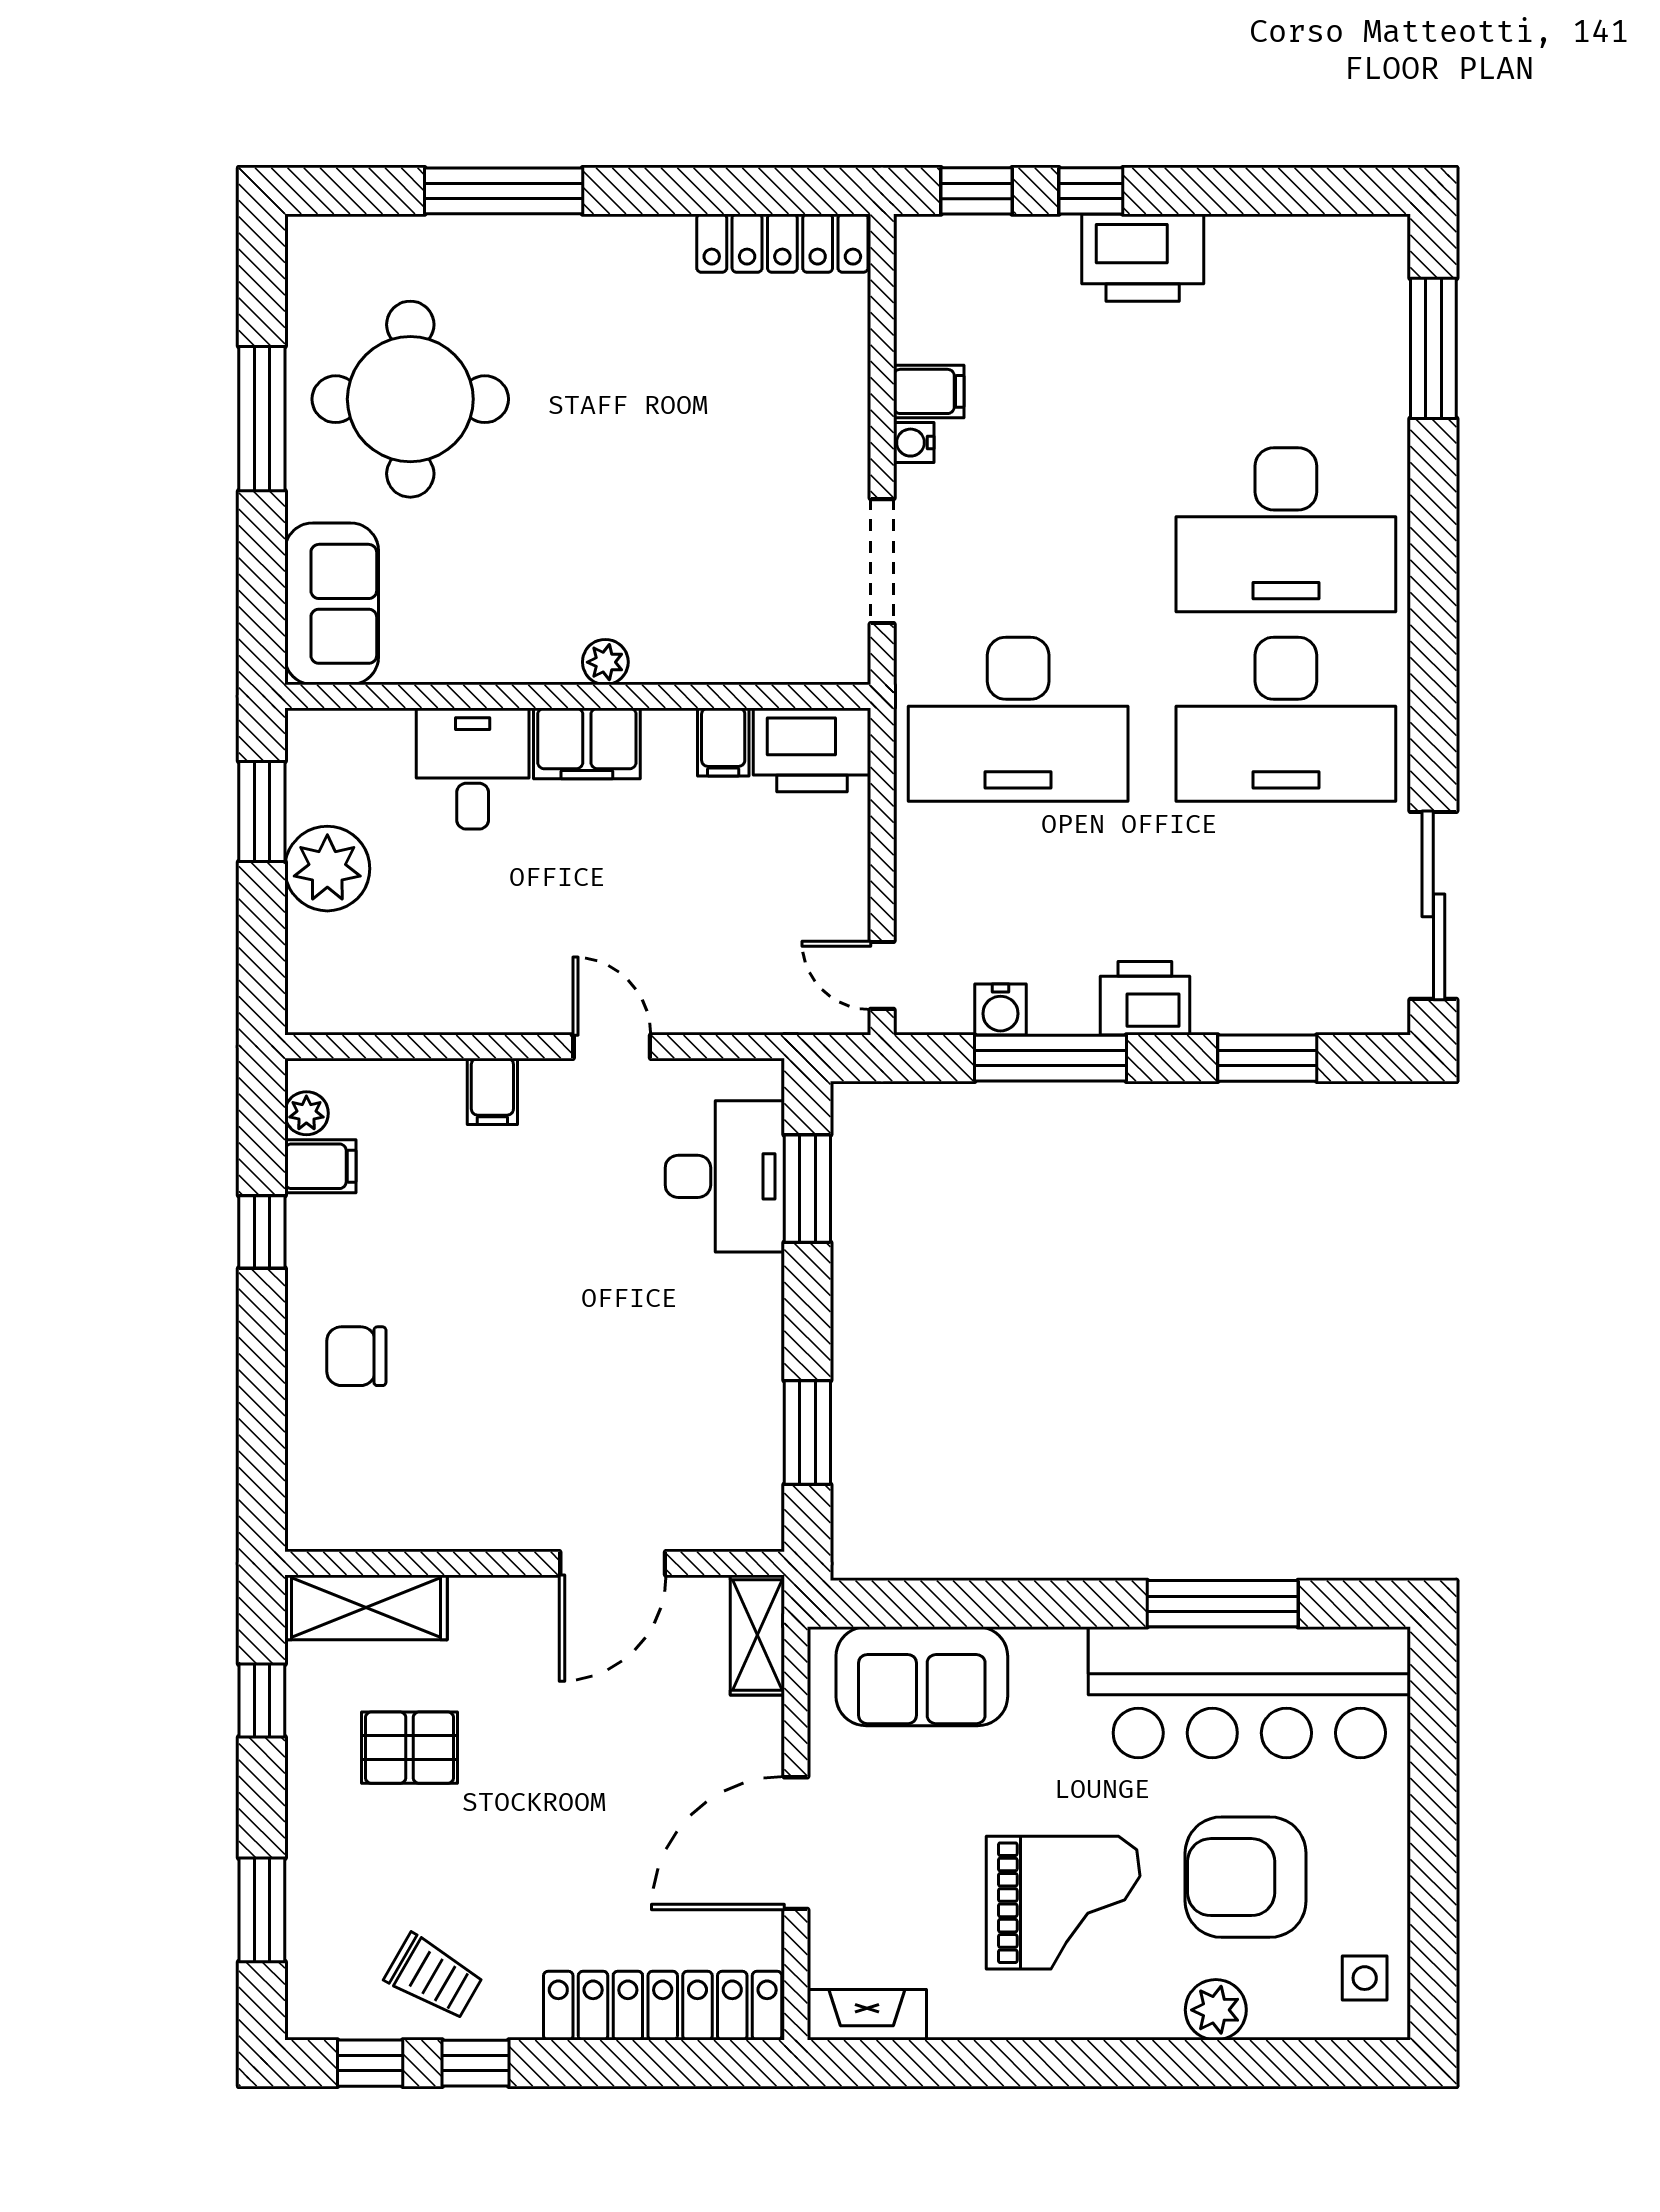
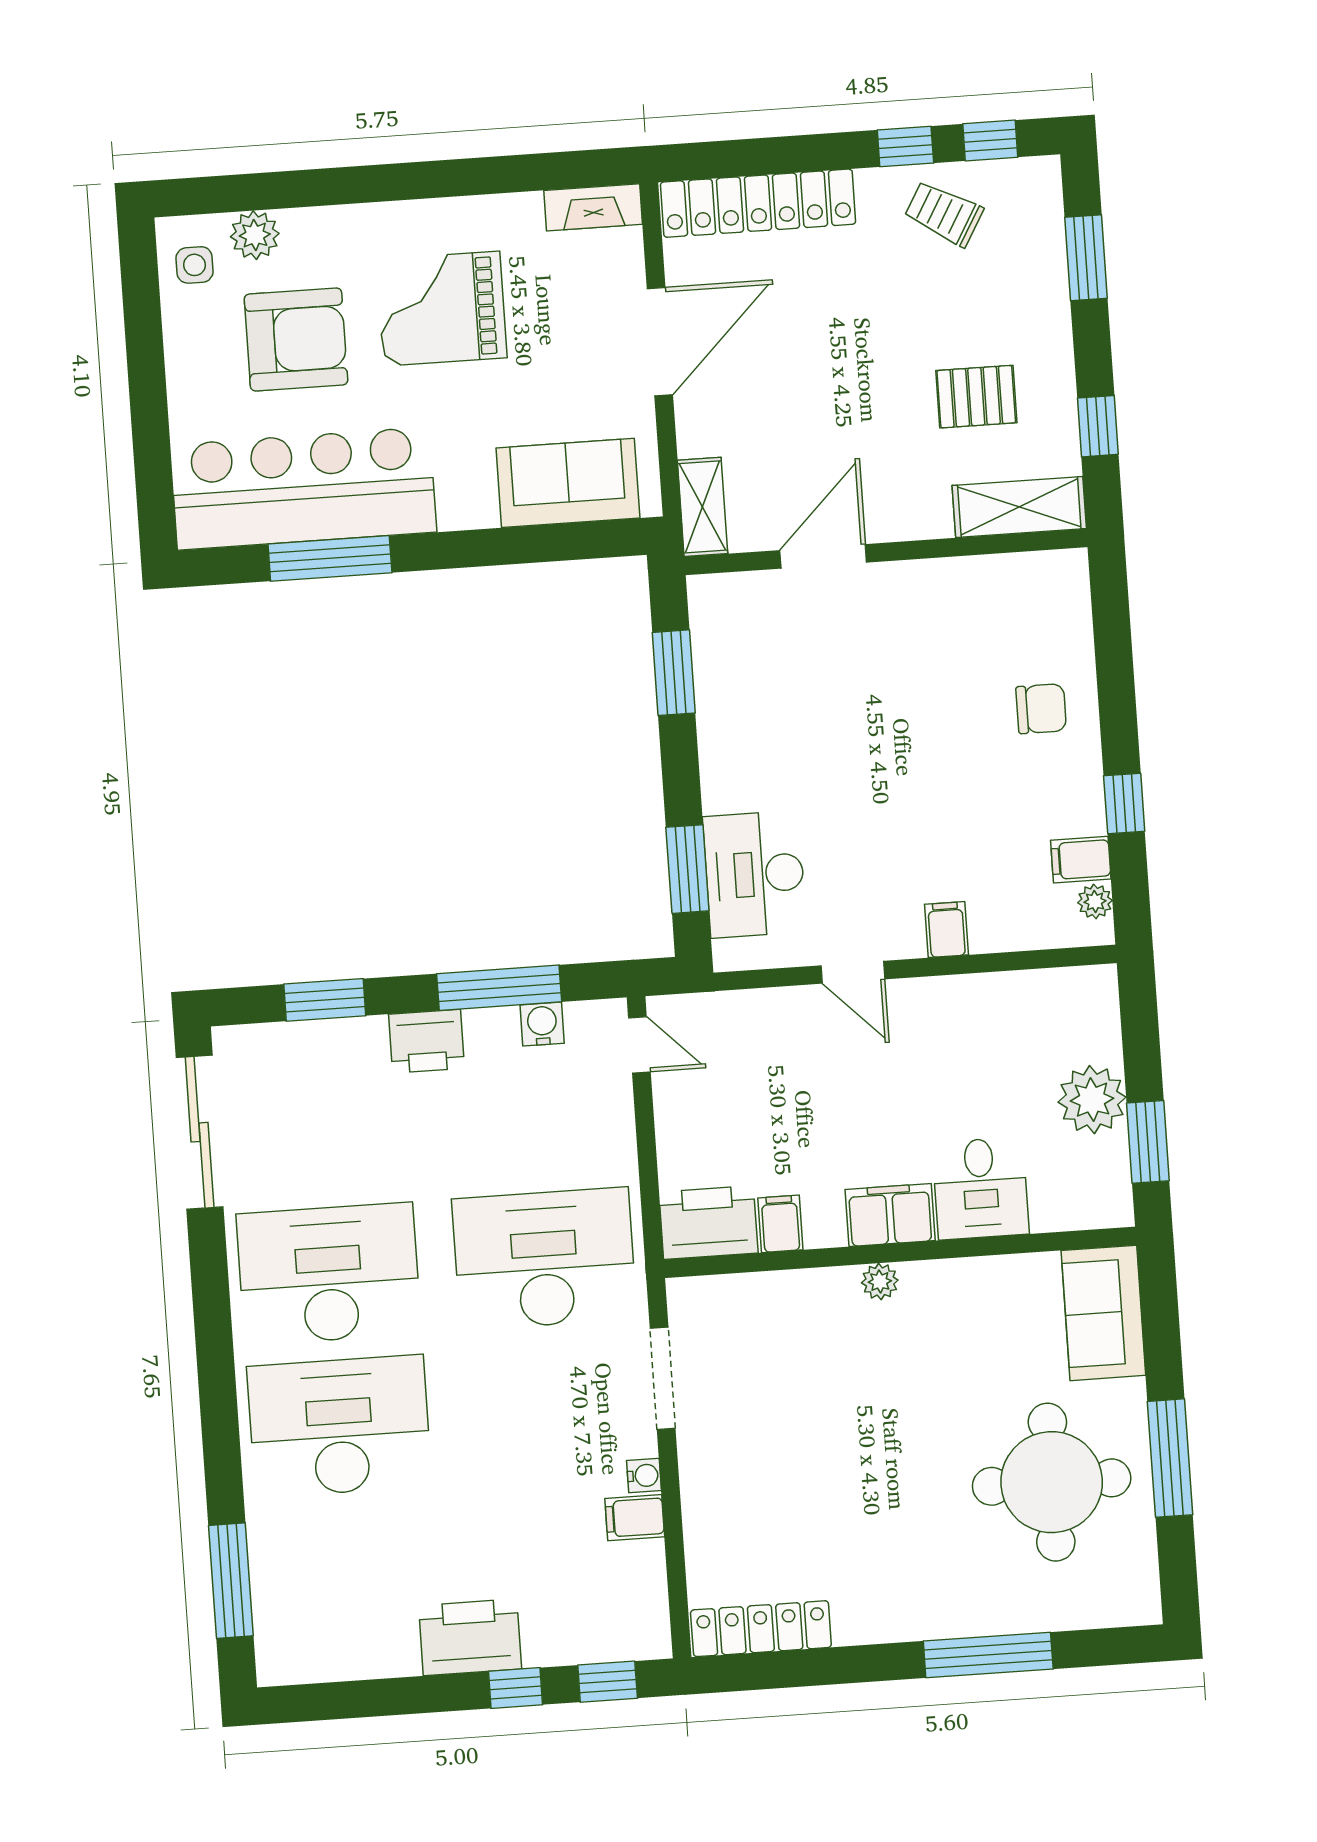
plant: (1216, 2010) -> (255, 235), moved

